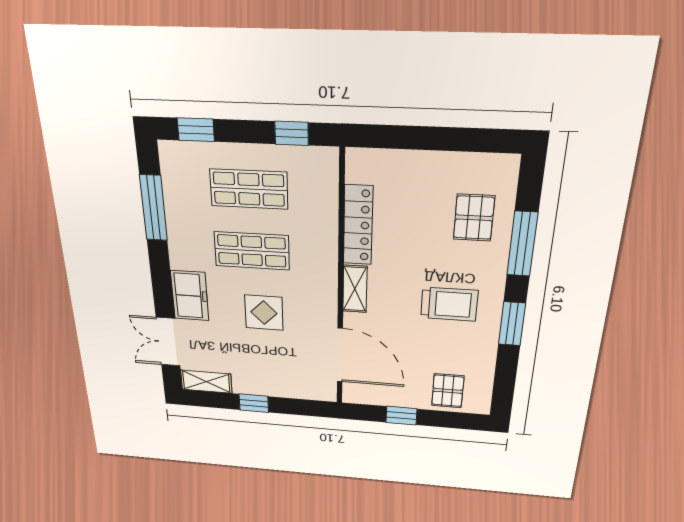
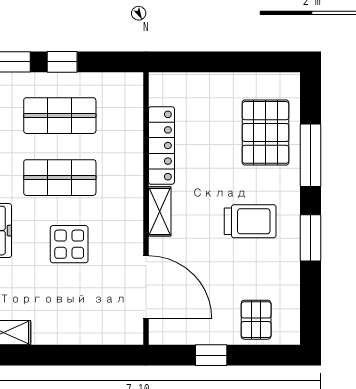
window: (292, 133) -> (62, 62), moved
pallet: (474, 218) -> (265, 132), width x1.50, depth x1.42
window: (254, 403) -> (54, 355), removed

